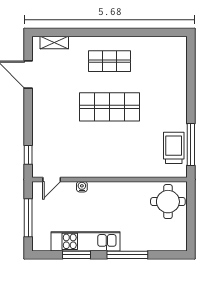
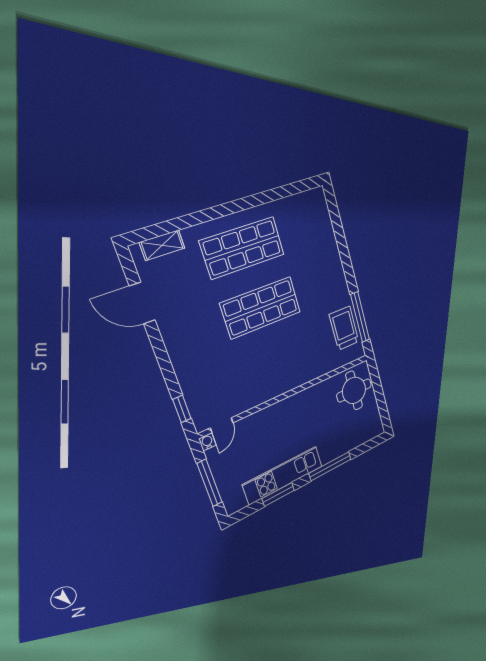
shop shelf: (110, 61) -> (243, 248), width x1.43, depth x1.36
water cooler: (82, 187) -> (207, 442), moved

